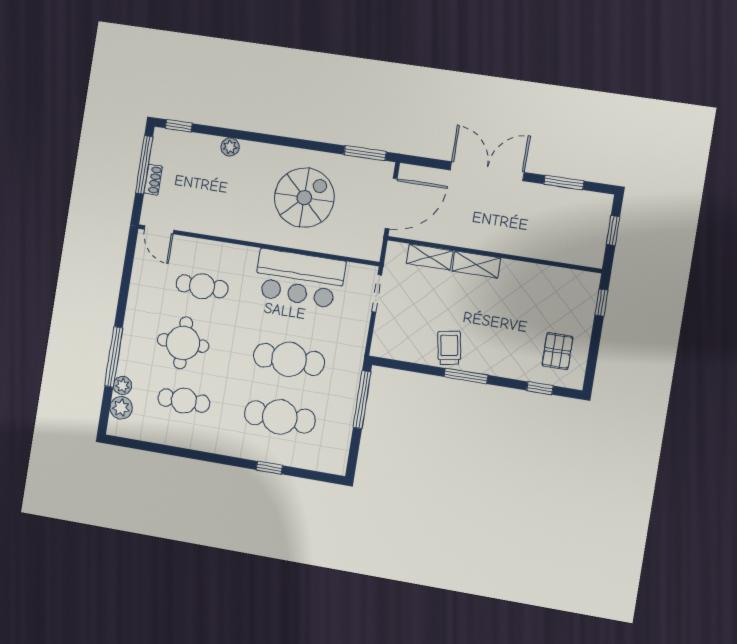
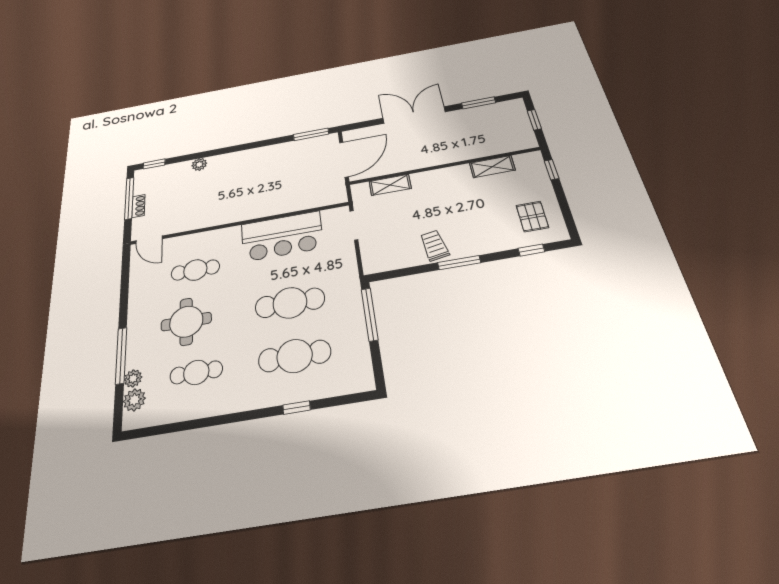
spiral stairs: (304, 198) -> (270, 178), removed
shelving: (476, 265) -> (492, 167), moved

